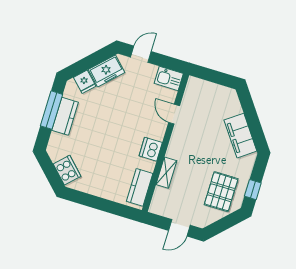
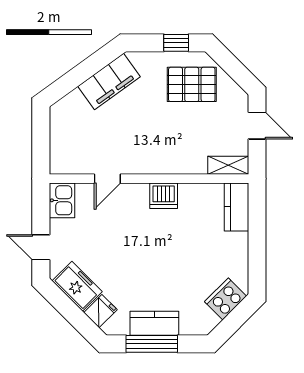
shelving: (166, 173) -> (228, 165), moved
kitchen counter: (140, 187) -> (236, 207), moved, turned 90

